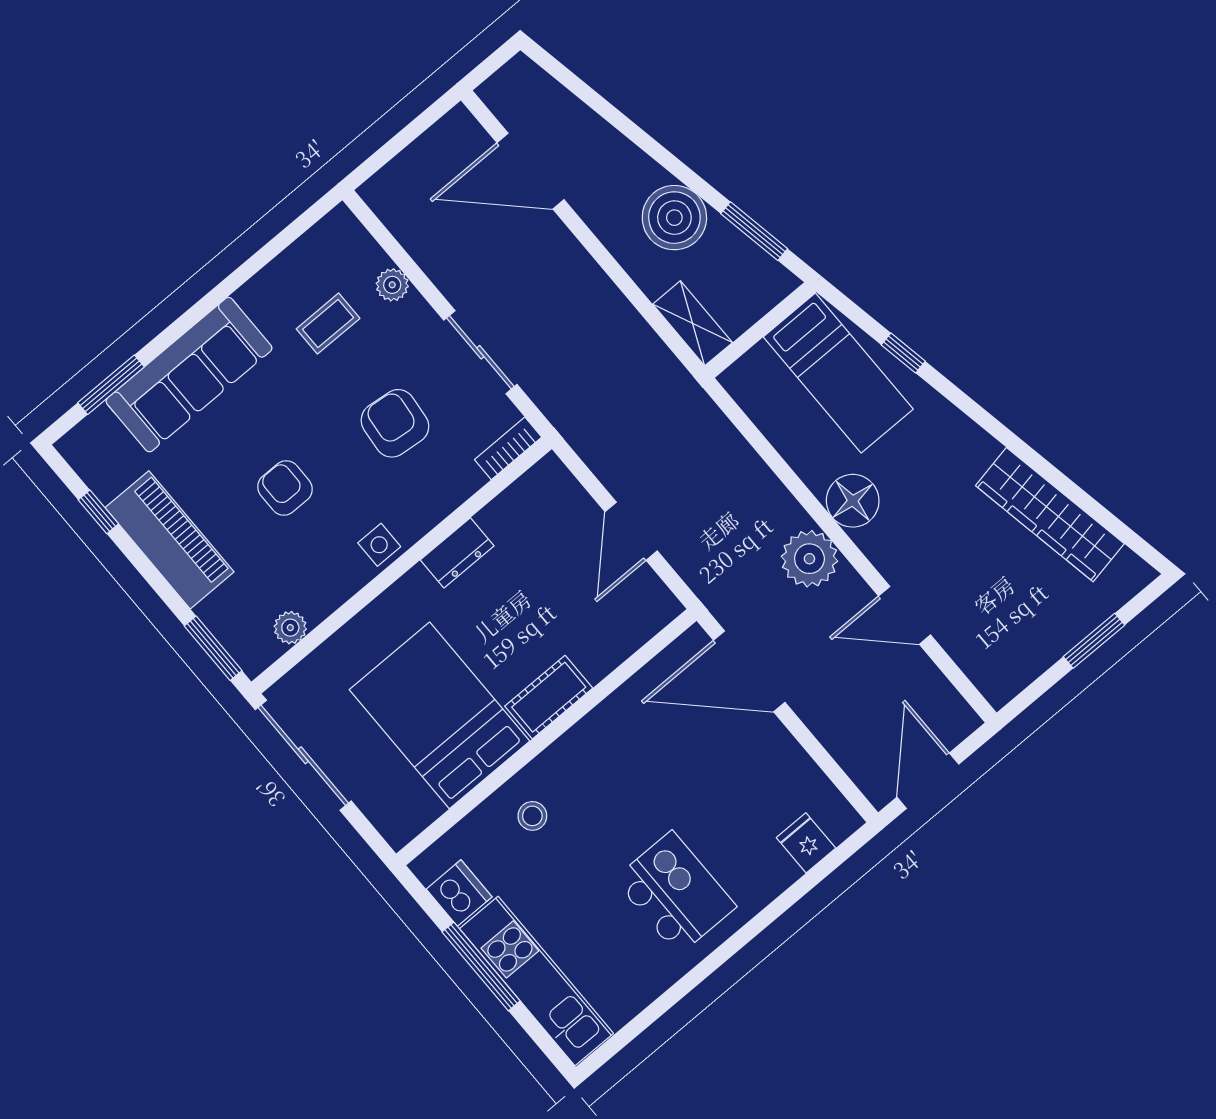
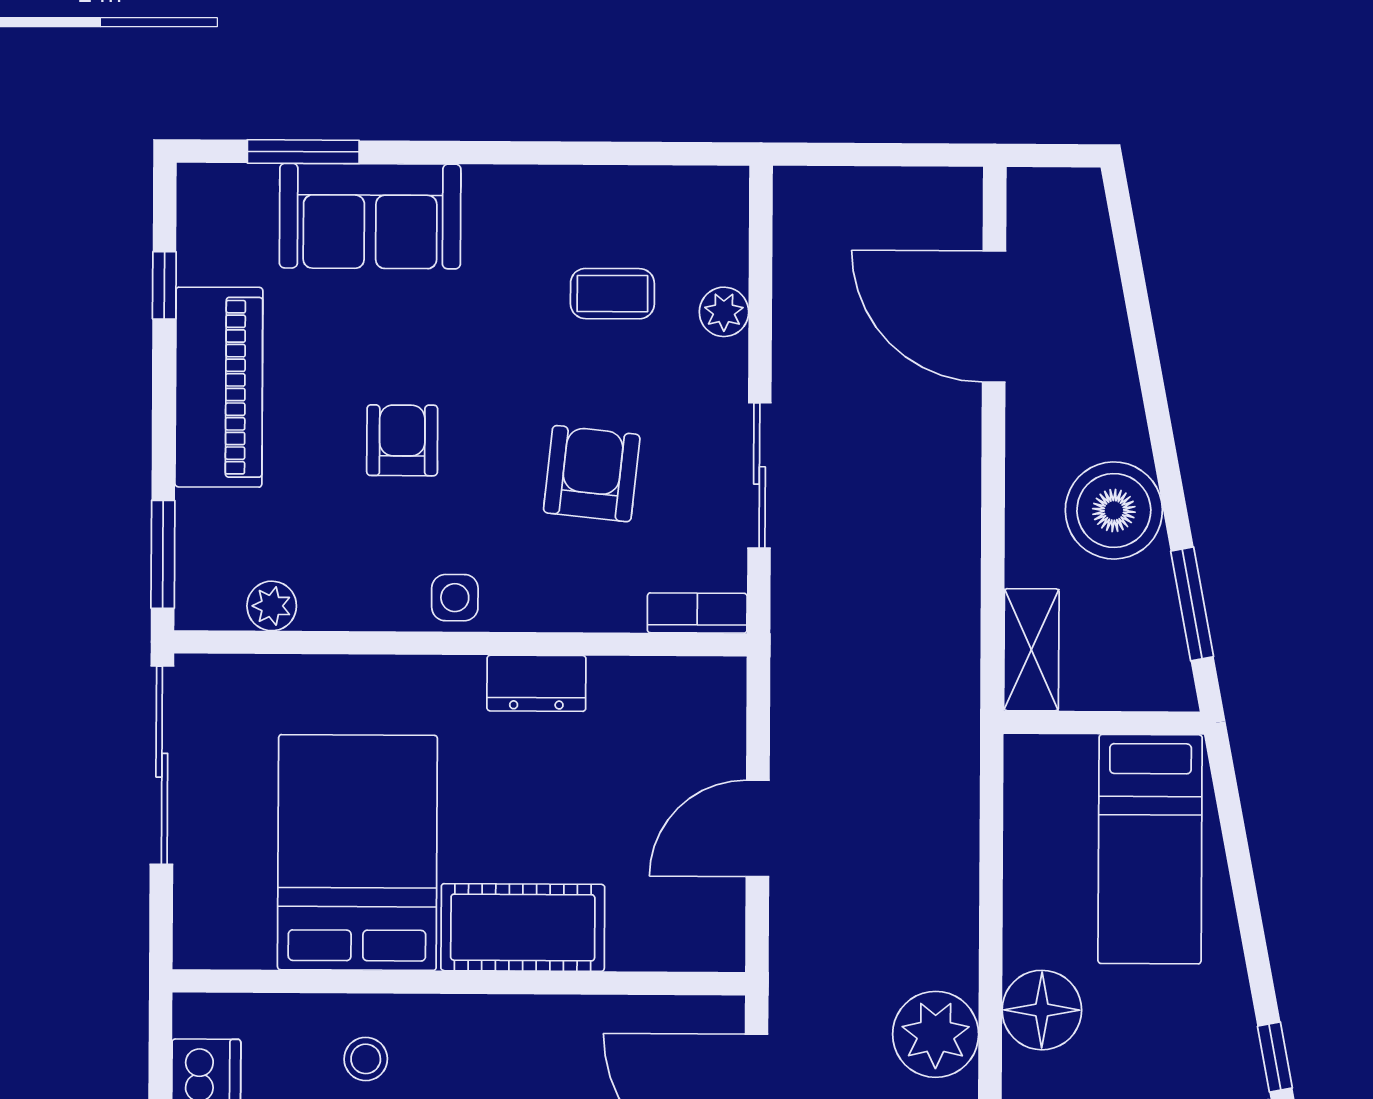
window: (903, 353) -> (1275, 1057), moved
sofa: (189, 375) -> (370, 216), width x0.73
cot: (549, 697) -> (523, 927), width x1.37, depth x1.34

